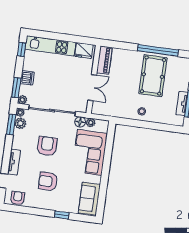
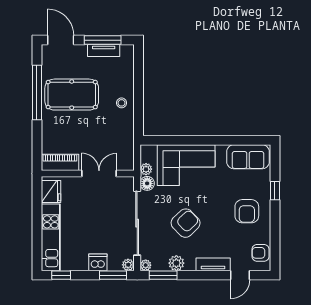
plant: (20, 123) -> (176, 263), moved
armchair: (47, 146) -> (186, 223), turned 136
armchair: (48, 181) -> (247, 211), moved

